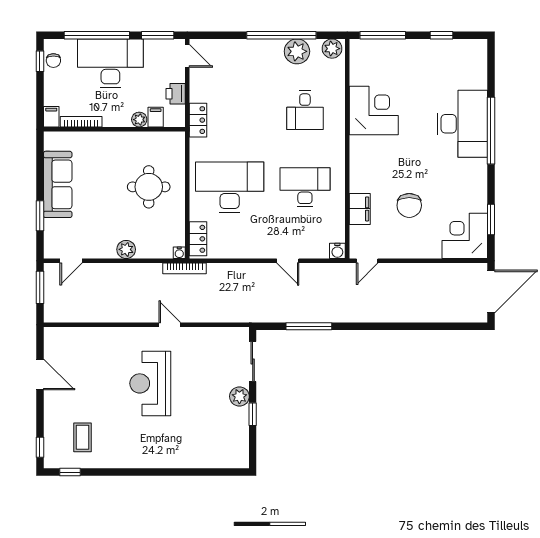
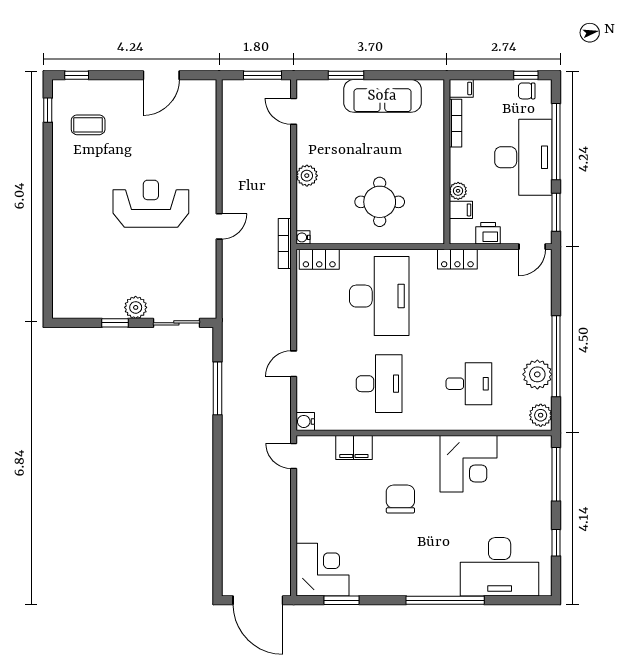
desk: (305, 110) -> (469, 384), turned 180
desk: (462, 124) -> (500, 567), moved
chair: (409, 205) -> (400, 499), moved, turned 90

